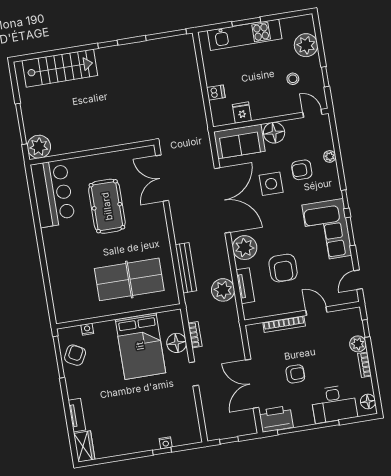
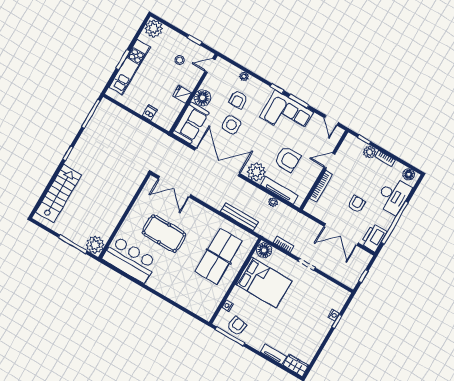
plant: (306, 45) -> (154, 28), moved
fridge: (242, 113) -> (182, 94), moved
tv unit: (245, 286) -> (279, 190), width x1.41
plant: (223, 290) -> (273, 202), width x0.53, depth x0.53
floor lamp: (177, 343) -> (264, 250), moved
armchair: (75, 355) -> (237, 326), turned 71

